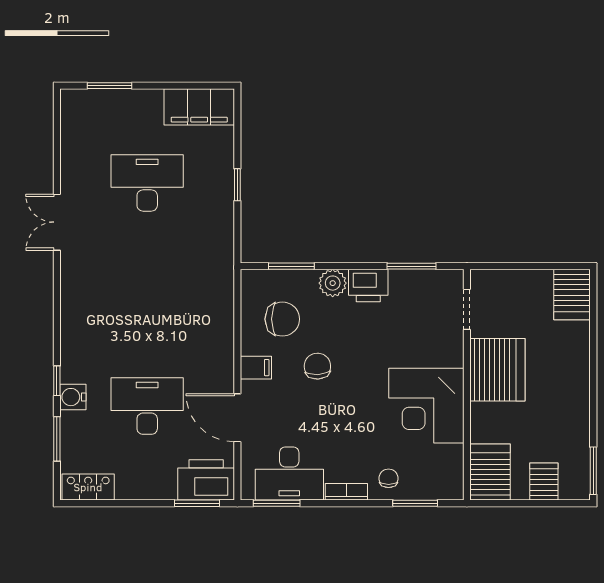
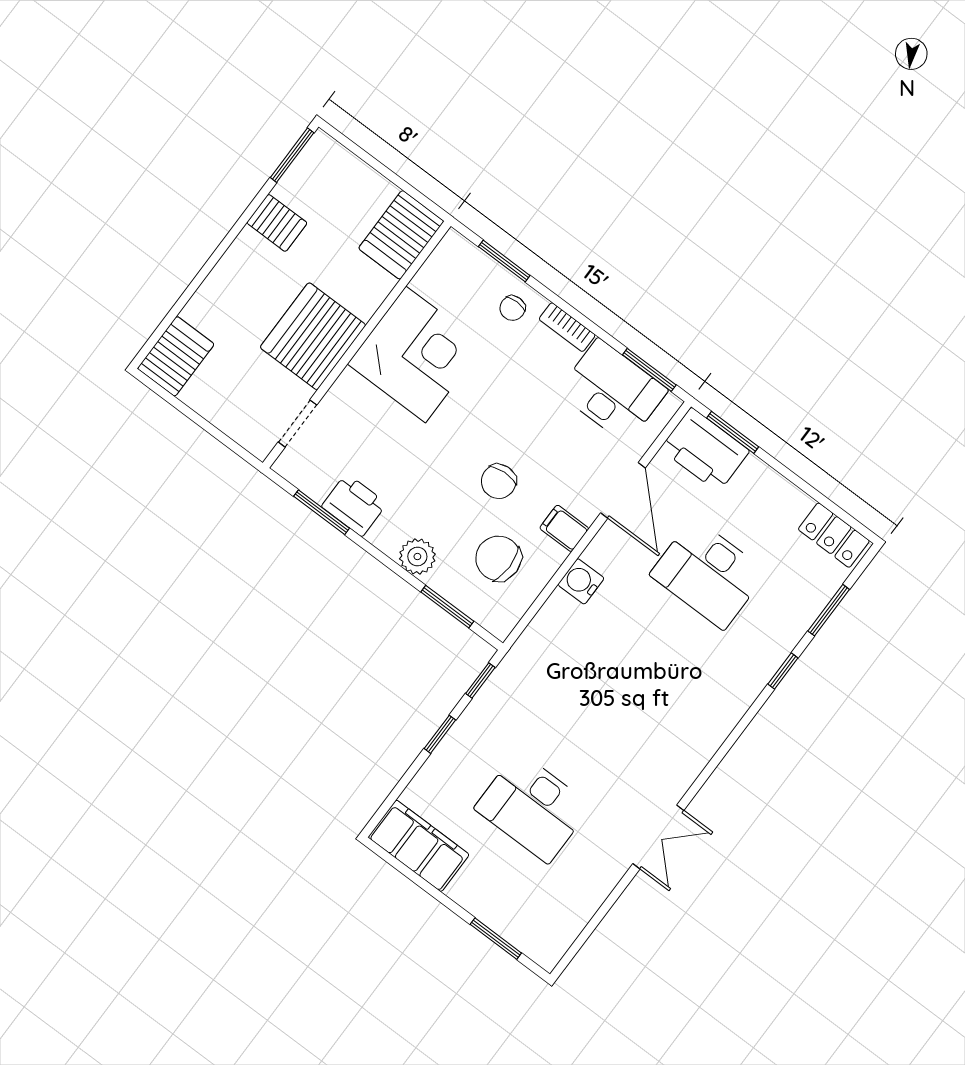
window: (237, 236) -> (480, 680), added
printer: (368, 285) -> (354, 505), moved
water cooler: (73, 397) -> (581, 581), moved, turned 180
server rack: (544, 482) -> (277, 223), moved, turned -90

